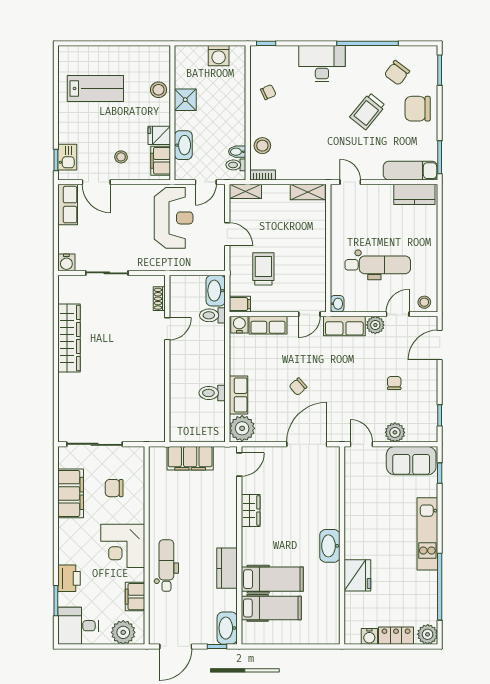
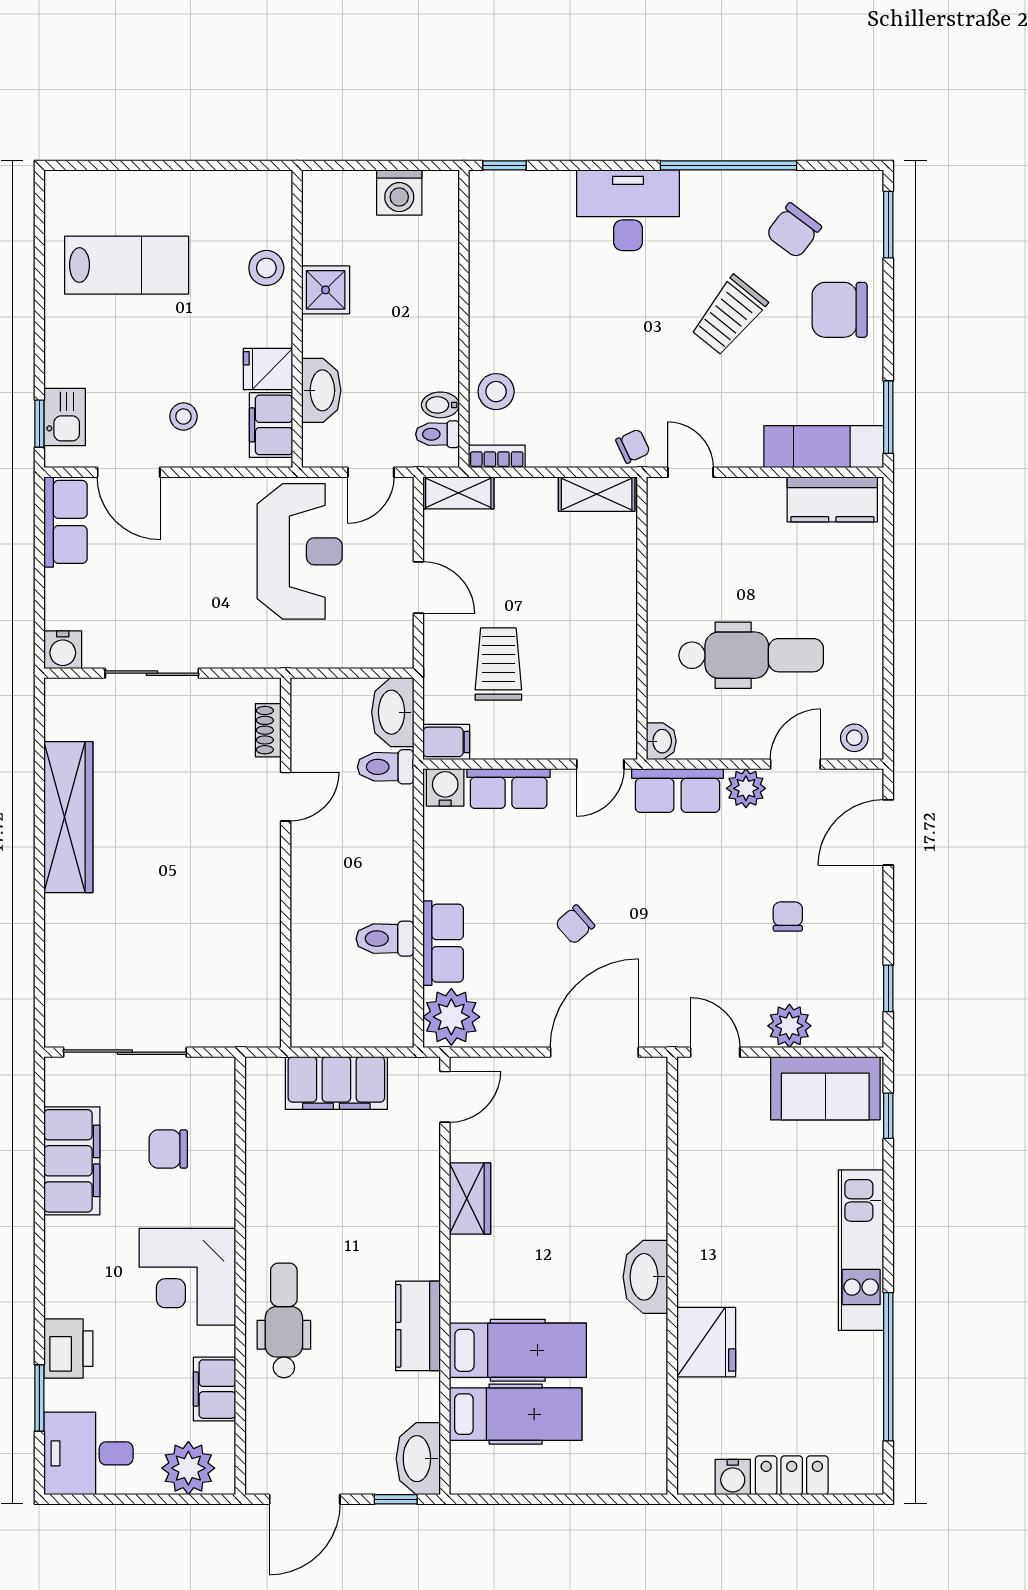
chair: (268, 92) -> (633, 446), moved
plant: (428, 634) -> (861, 1472), removed

